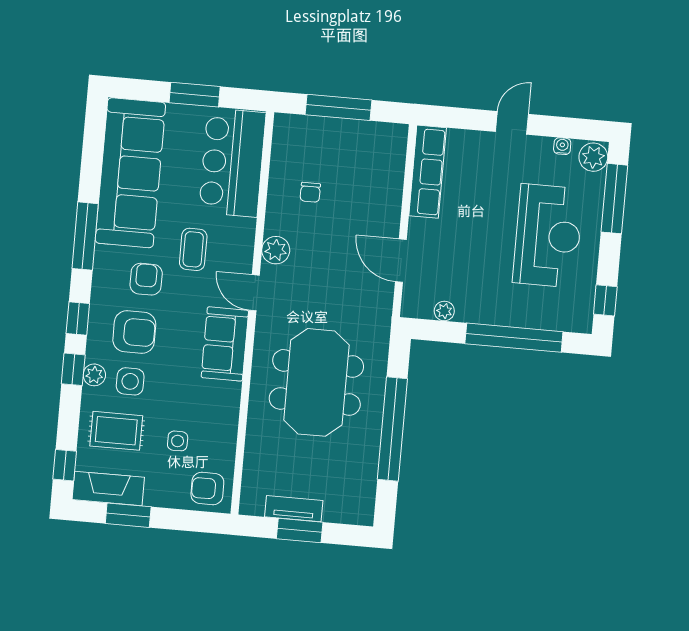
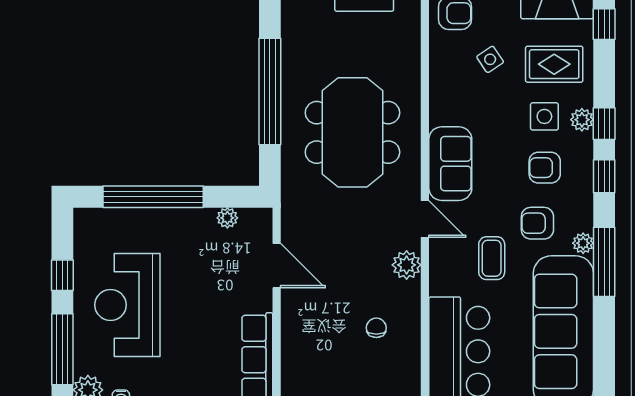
plant: (104, 256) -> (583, 243), added
armchair: (146, 279) -> (537, 223), turned 90
window: (605, 300) -> (62, 275), moved
armchair: (134, 332) -> (545, 168), width x0.72, depth x0.72
side table: (178, 441) -> (490, 59), turned -34

